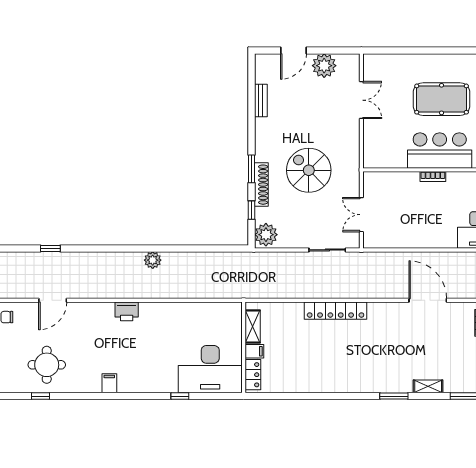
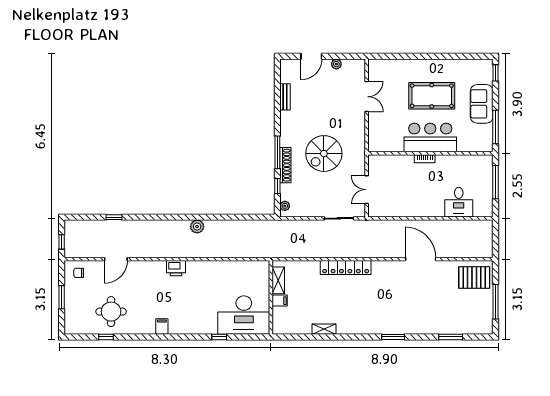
plant: (324, 66) -> (336, 64), width x0.53, depth x0.53
window: (251, 169) -> (277, 152), width x1.44
spiral stairs: (309, 170) -> (324, 154), turned -90
plant: (266, 235) -> (285, 206), width x0.53, depth x0.53
locker: (253, 375) -> (278, 320), removed
shelving: (428, 386) -> (324, 329), moved

